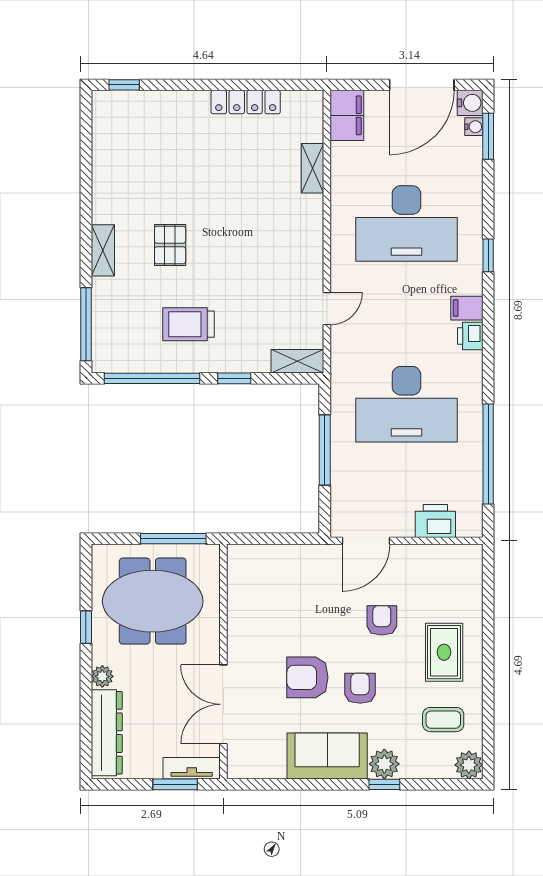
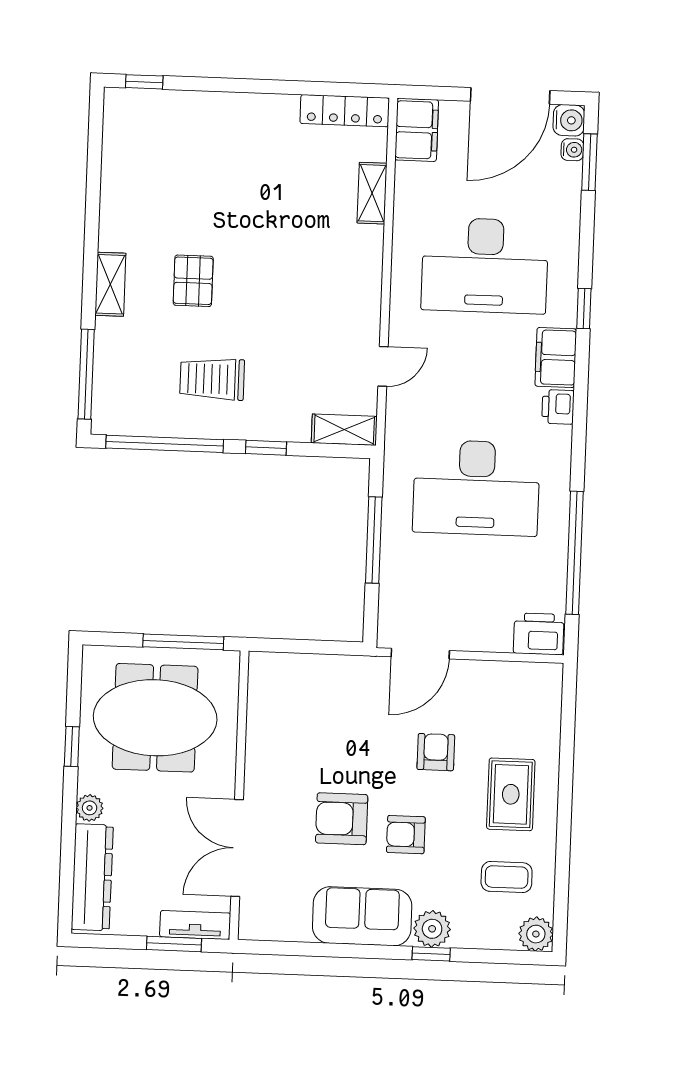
locker: (246, 102) -> (345, 111), moved
filing cabinet: (467, 308) -> (556, 358), width x2.00
printer: (435, 521) -> (539, 634), moved
armchair: (360, 688) -> (406, 835), turned -90

